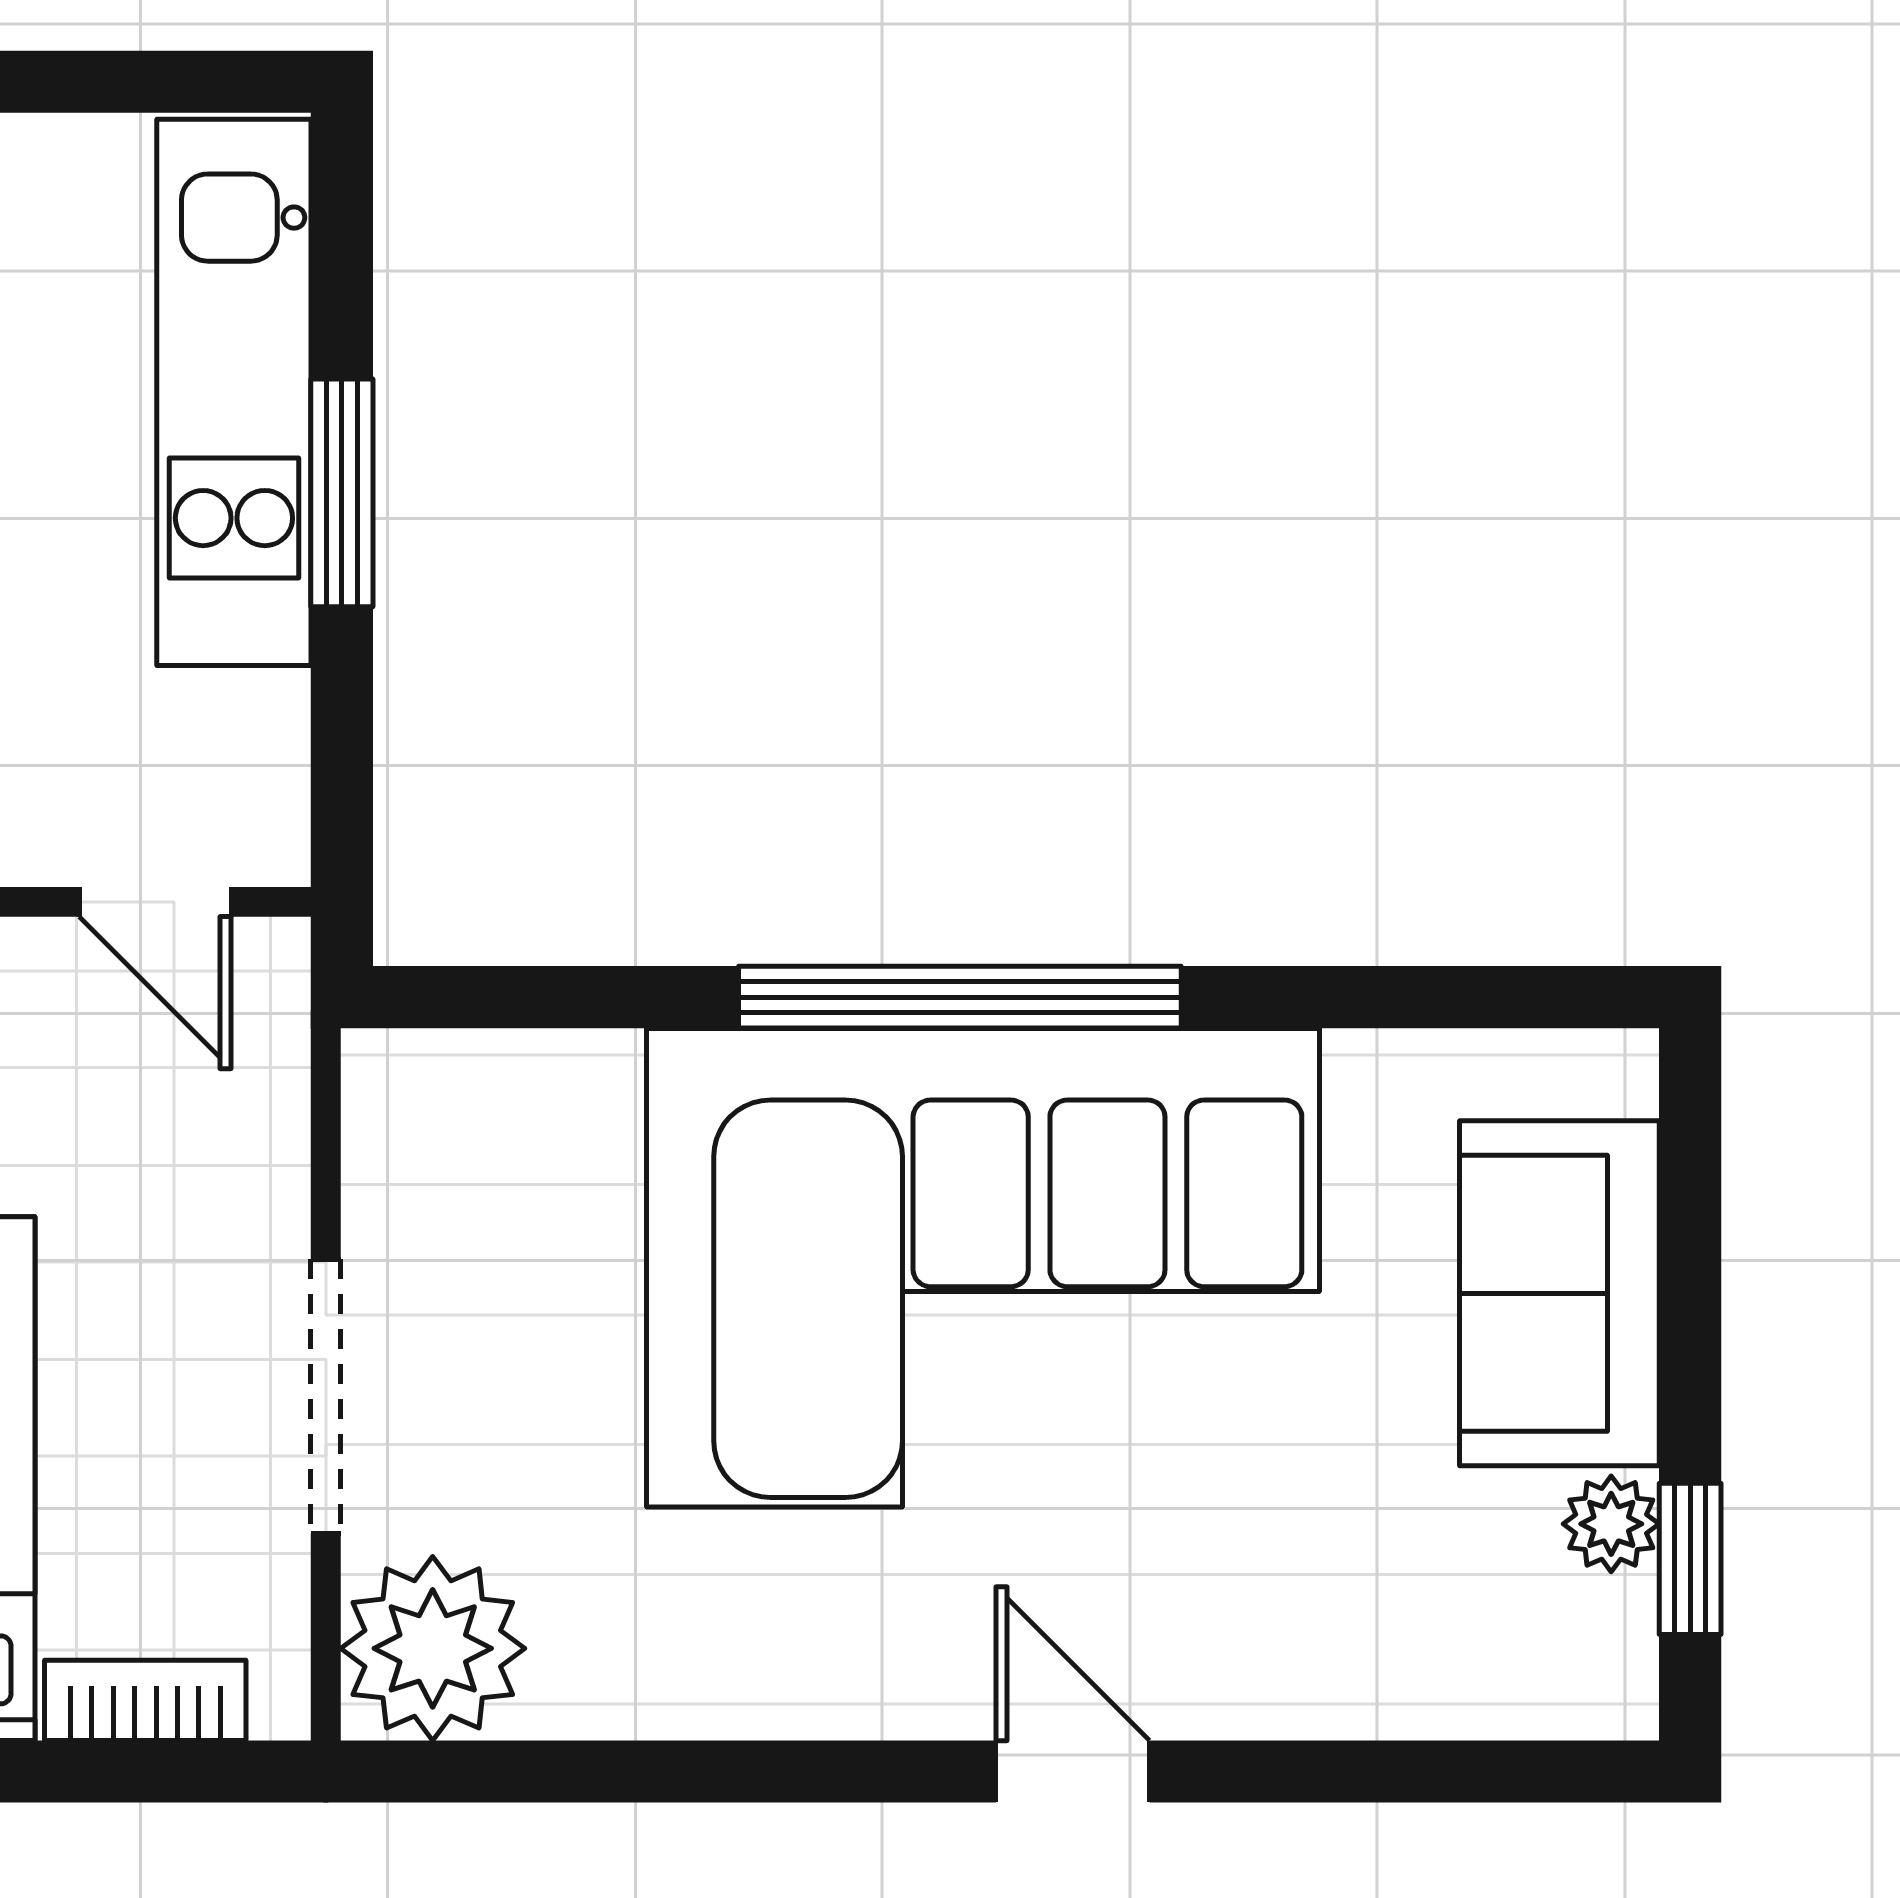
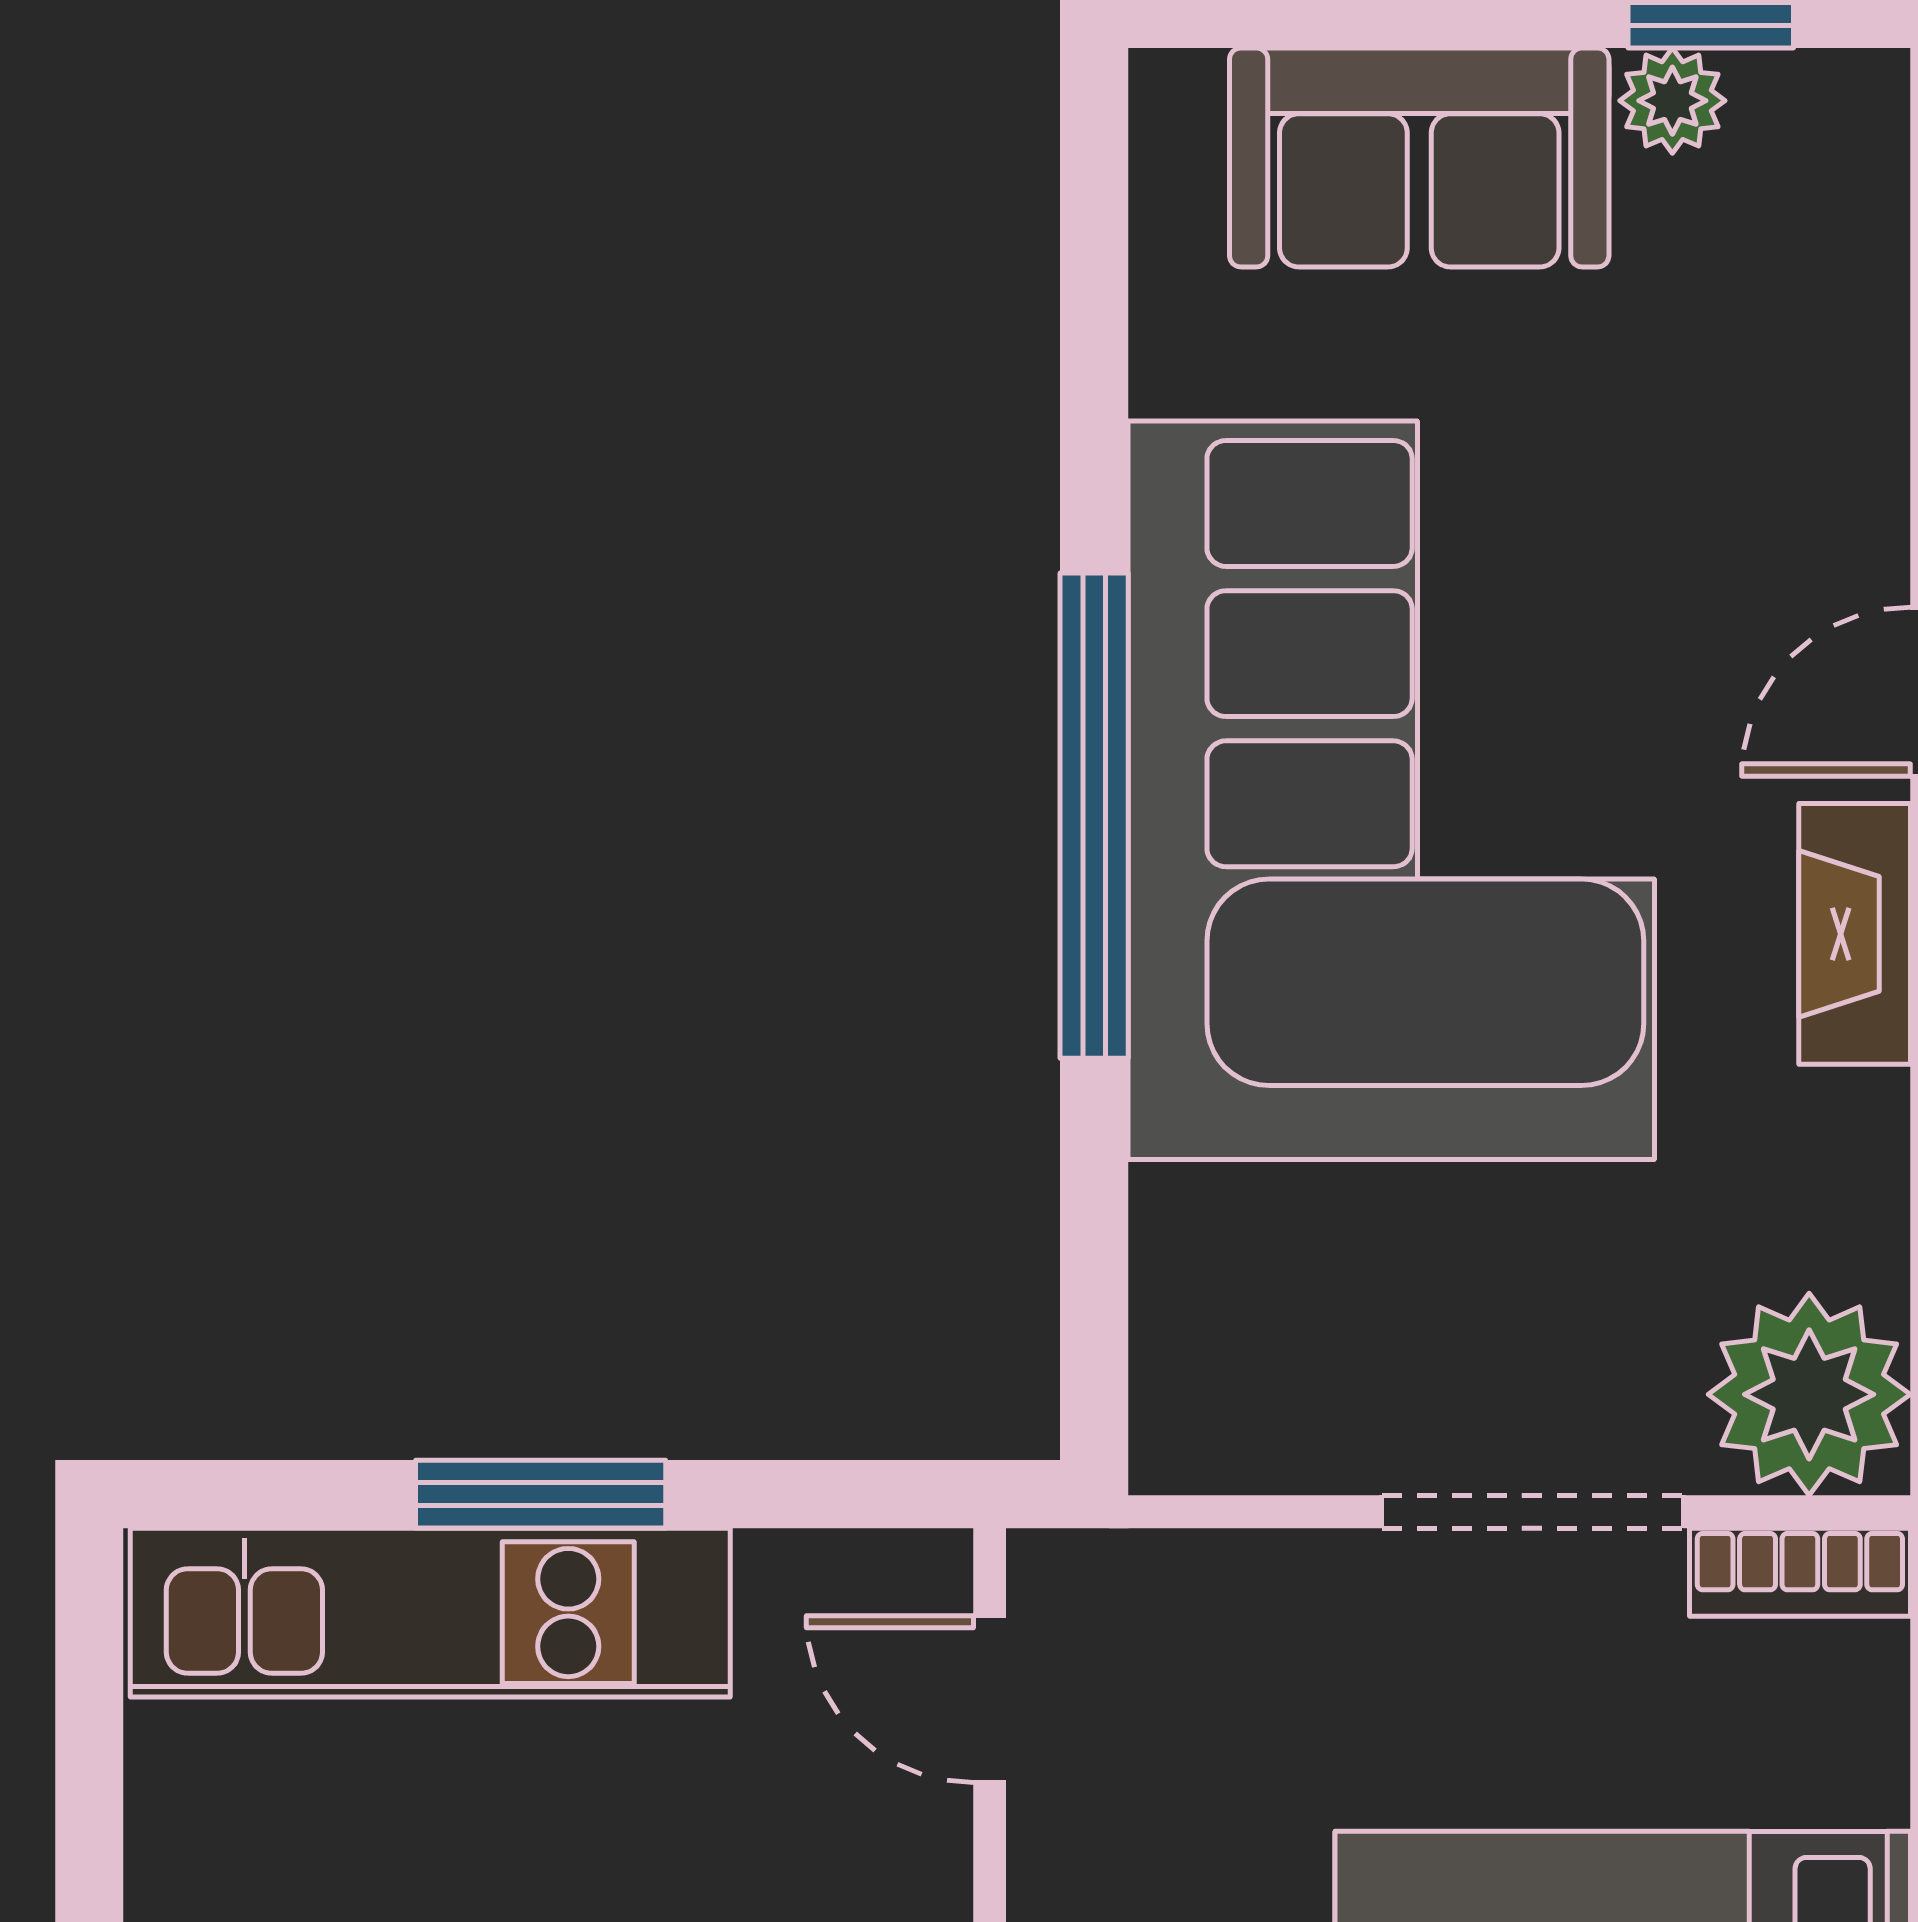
door: (155, 902) -> (990, 1699), swing flipped
fireplace: (852, 1690) -> (1855, 934), added
bookcase: (145, 1700) -> (1800, 1572), moved, turned -90

